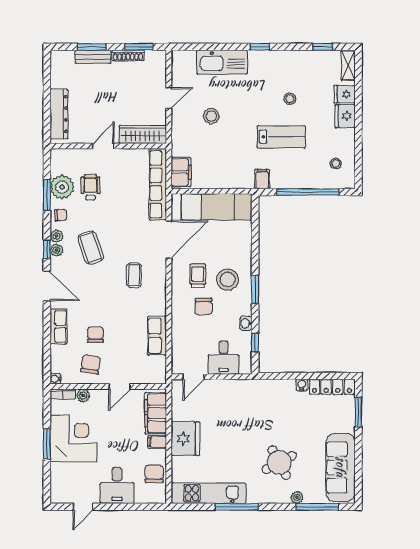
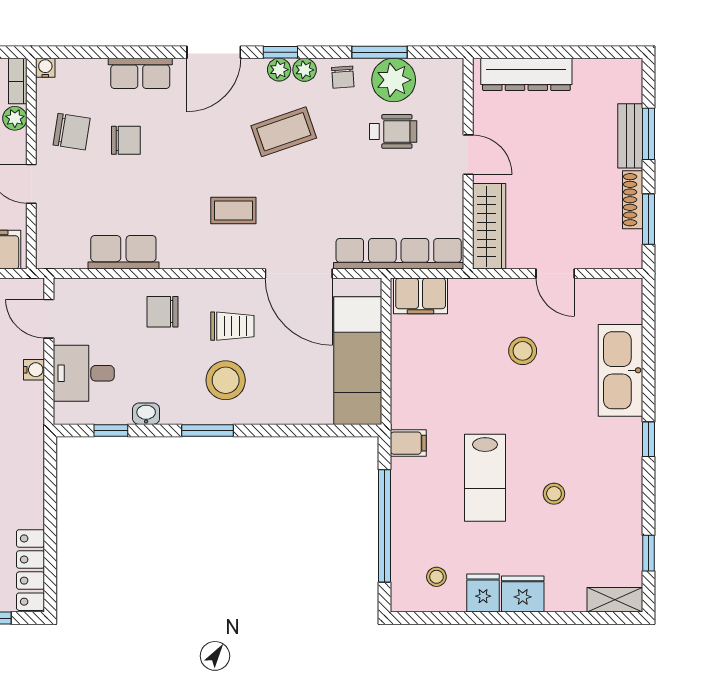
fridge: (345, 94) -> (483, 593), moved
chair: (204, 306) -> (162, 312), moved
water cooler: (302, 385) -> (34, 370), moved

